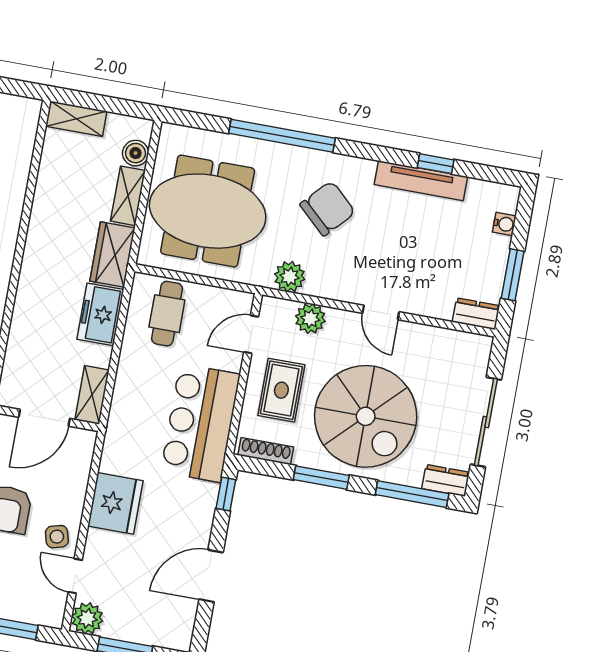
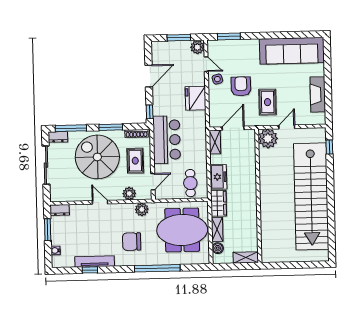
chair: (328, 208) -> (132, 242), turned 47

